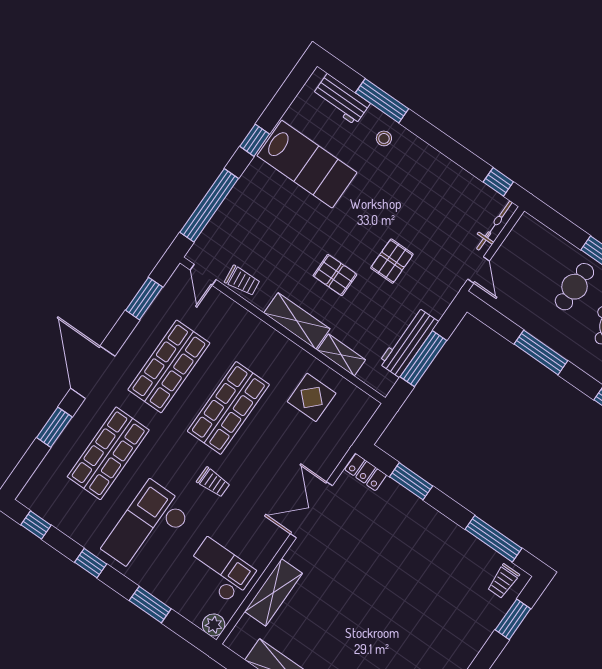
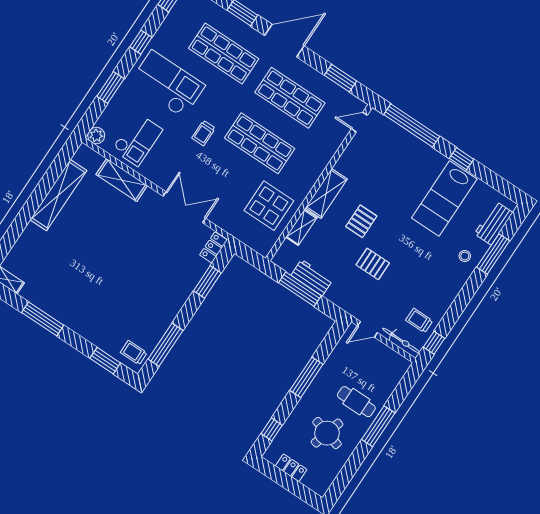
trolley: (242, 281) -> (419, 321), moved, turned 96
workbench: (409, 342) -> (312, 278), width x0.73
display table: (312, 397) -> (269, 206), width x1.36, depth x1.36

